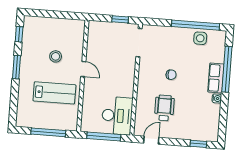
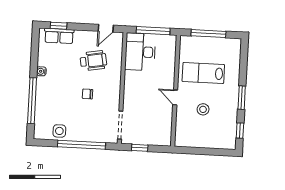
window: (196, 25) -> (81, 145), moved
row of seats: (216, 78) -> (59, 36), moved, turned 90
wheelchair: (164, 108) -> (93, 61), turned -100

